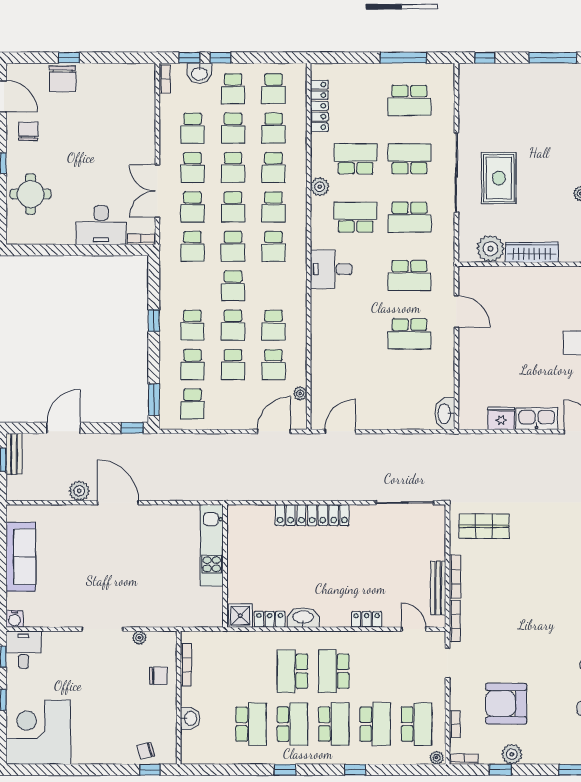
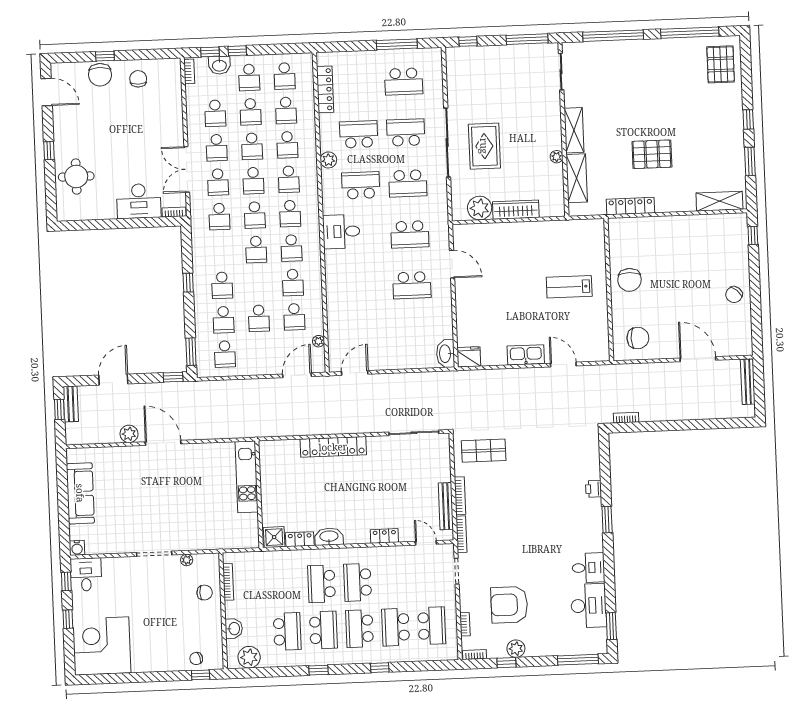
chair: (28, 131) -> (138, 79), moved
school desk: (233, 325) -> (291, 248), moved
fridge: (501, 418) -> (469, 357), moved
school desk: (334, 724) -> (359, 629), turned 180
school desk: (375, 724) -> (396, 627), turned 180
plant: (437, 758) -> (249, 657), moved, width x1.87, depth x1.87

